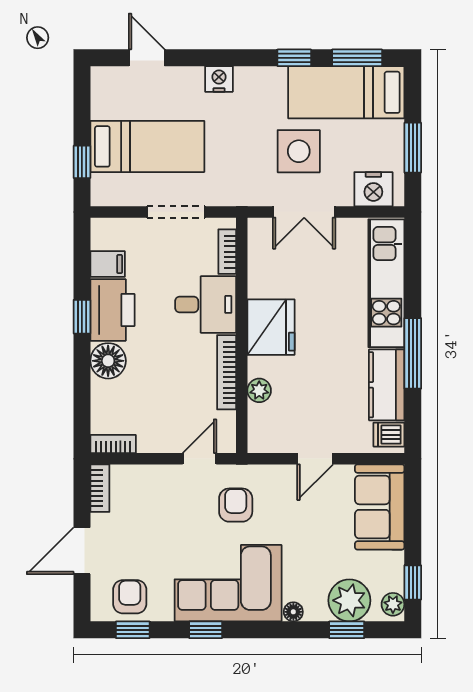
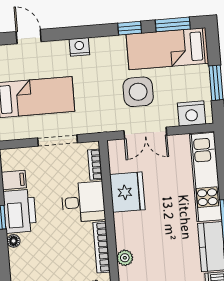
fridge: (271, 327) -> (127, 192), moved
floor lamp: (108, 361) -> (14, 241), width x0.53, depth x0.53

